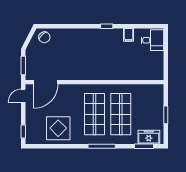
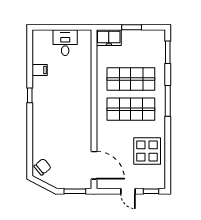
desk: (152, 40) -> (65, 43), moved
door: (23, 96) -> (128, 191), moved
freezer: (149, 137) -> (109, 38), moved, turned -90

